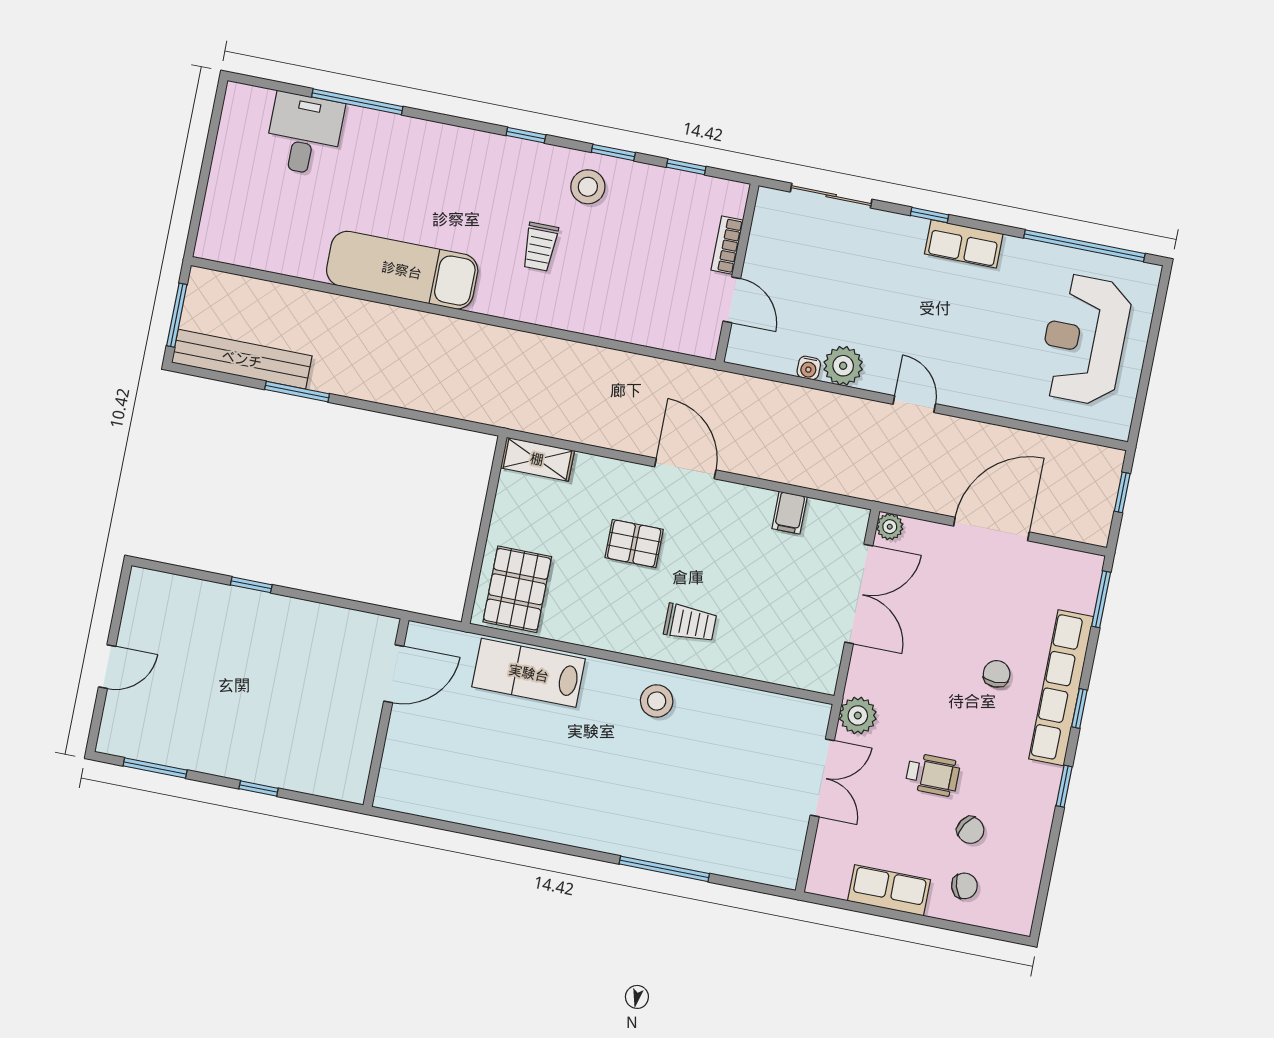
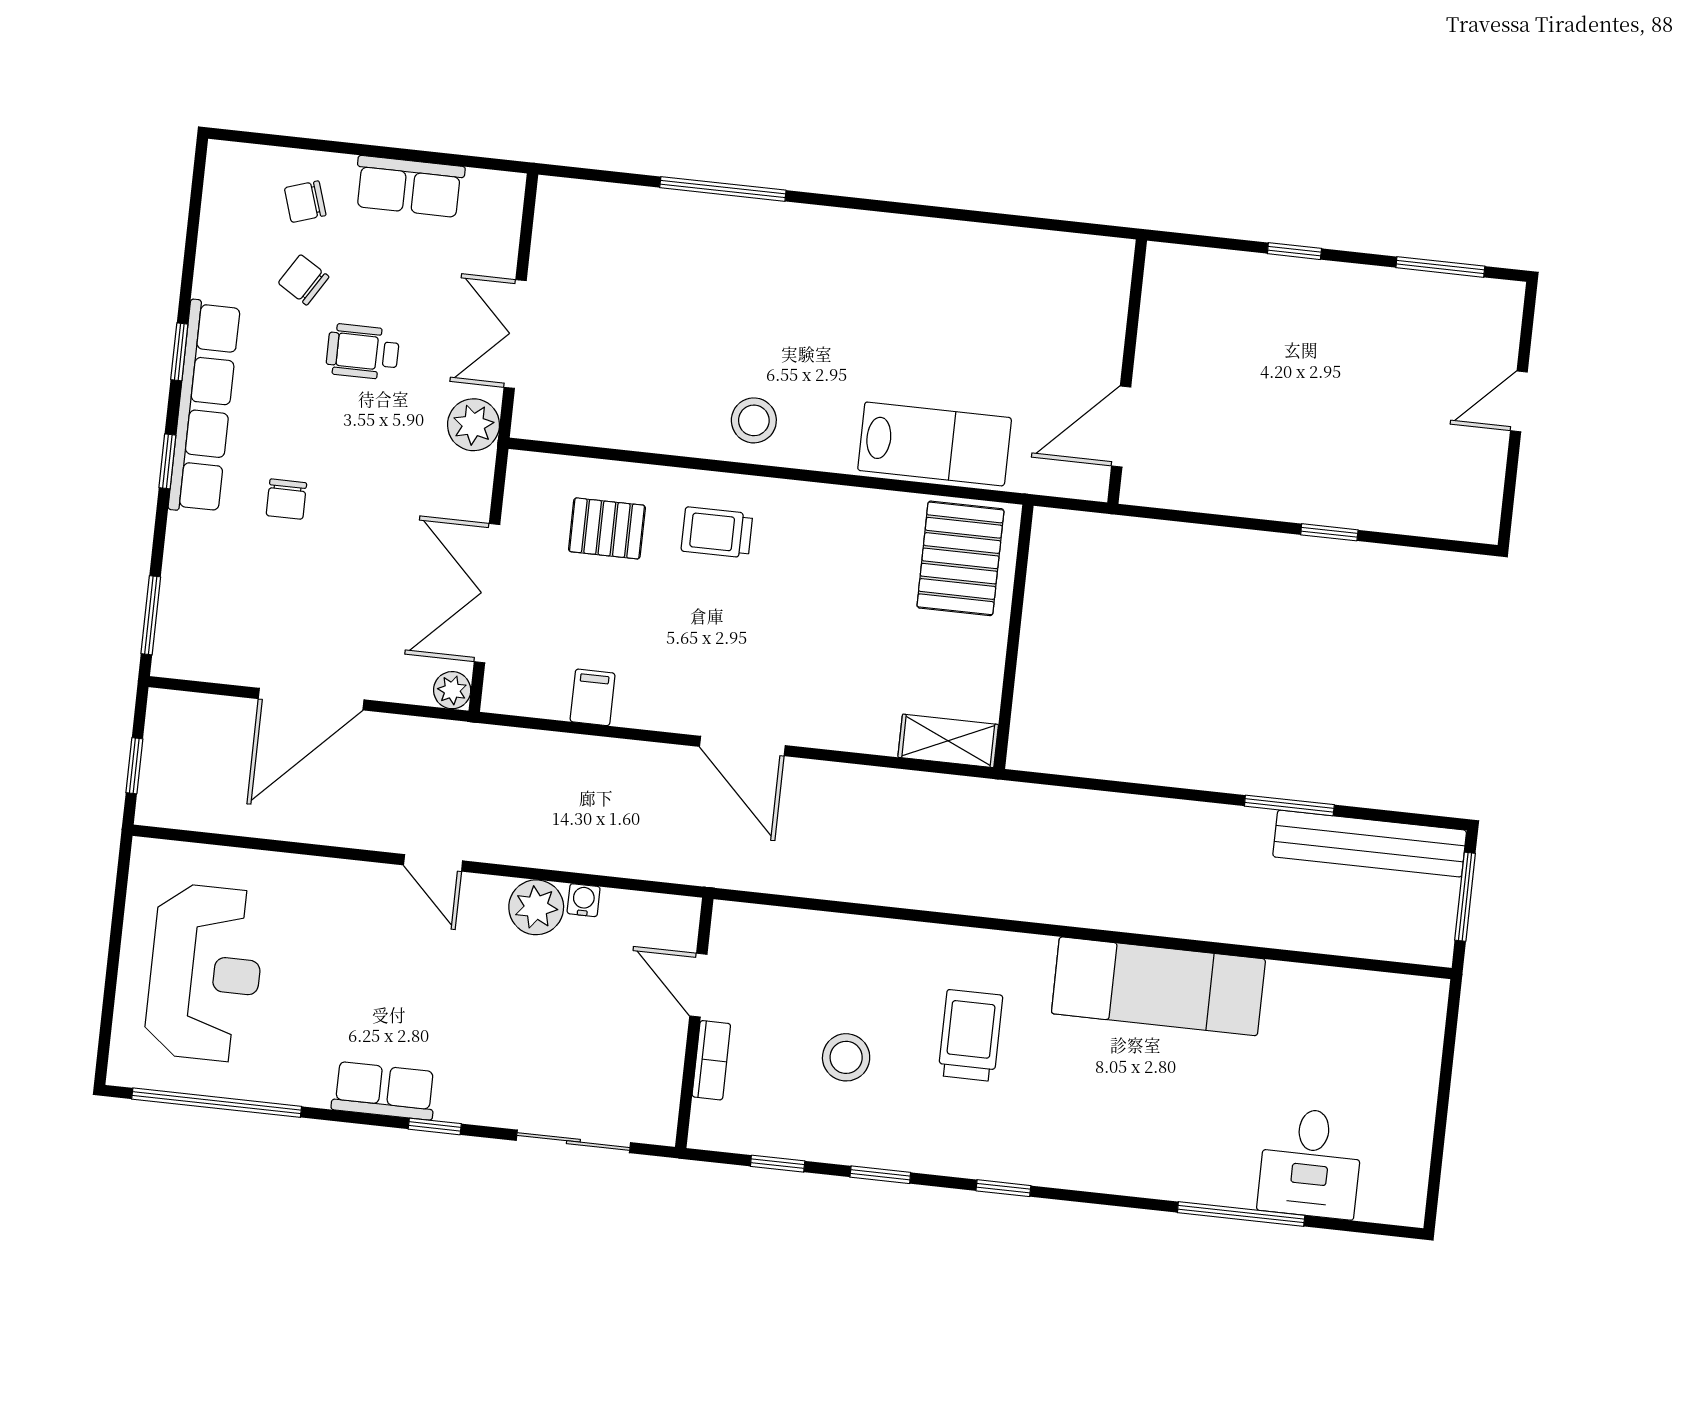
stool: (588, 187) -> (846, 1057), moved
trolley: (540, 247) -> (970, 1035), width x1.36, depth x1.39
pallet: (634, 544) -> (607, 528), moved
row of seats: (1061, 688) -> (204, 407), moved

